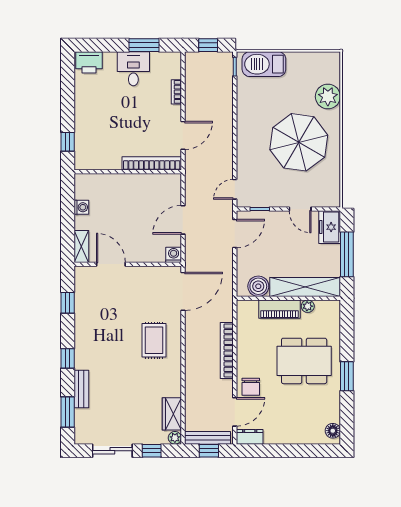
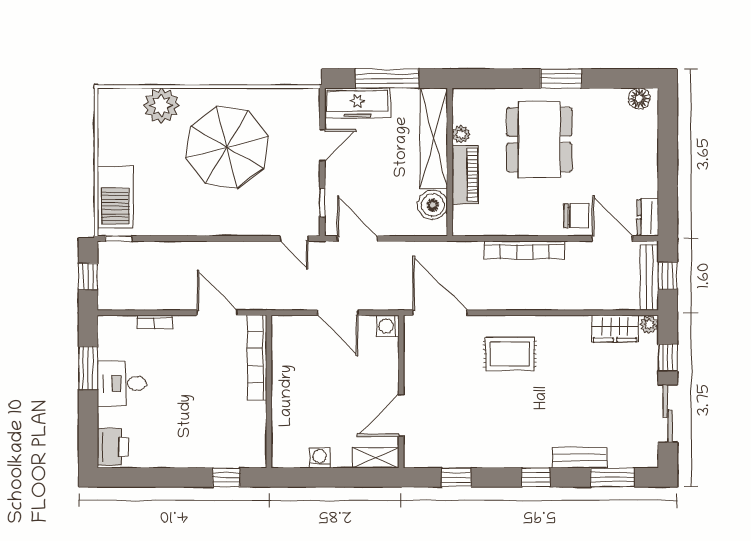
freezer: (330, 227) -> (357, 103), width x1.40

